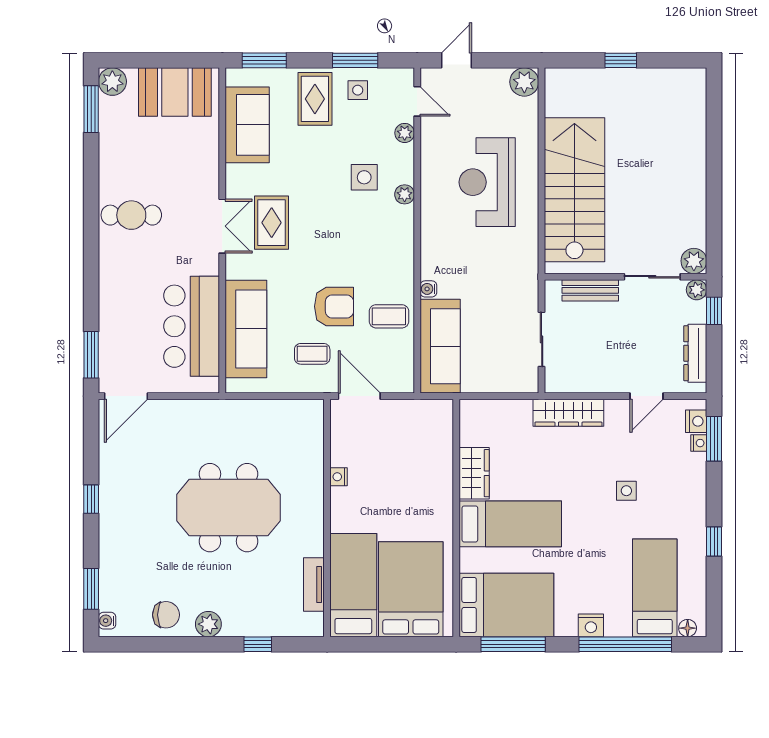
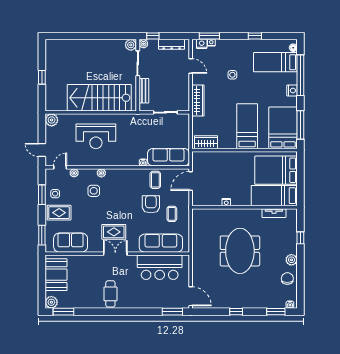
door: (359, 396) -> (191, 181), moved
wardrobe: (474, 473) -> (206, 142), moved

